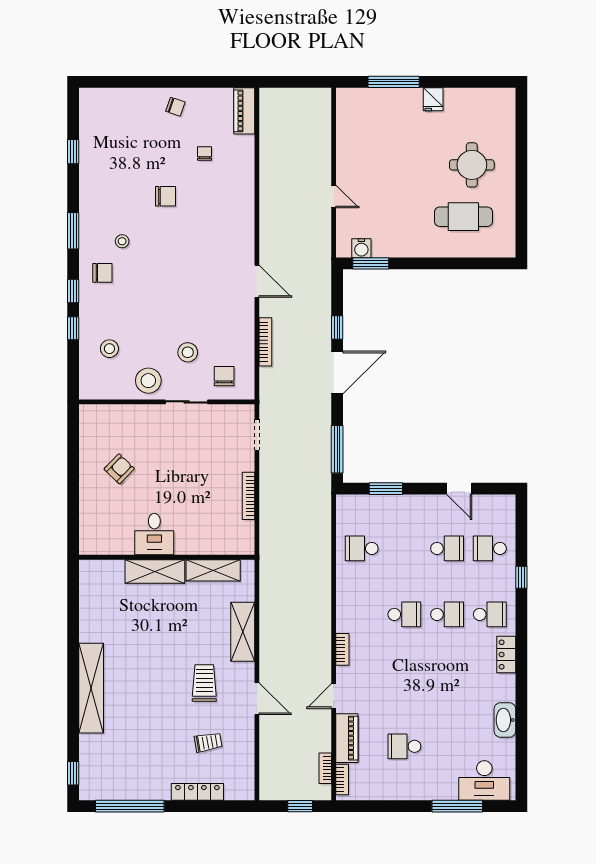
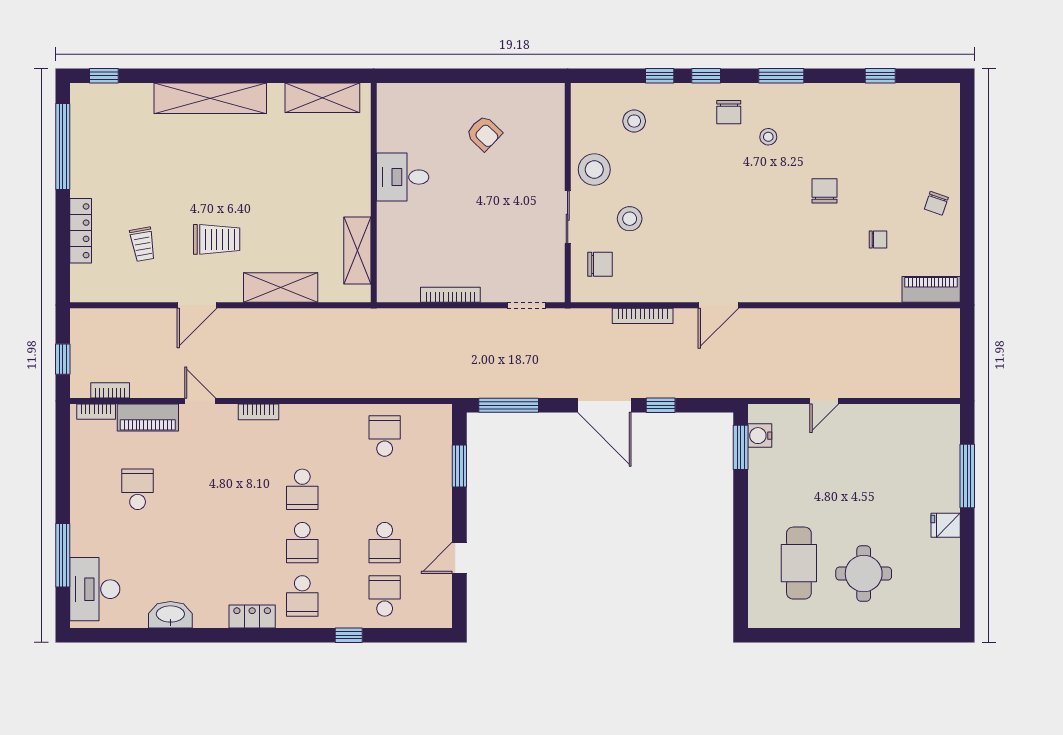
chair: (165, 196) -> (825, 191), turned 180
shelving: (155, 571) -> (322, 98), moved, turned 90

